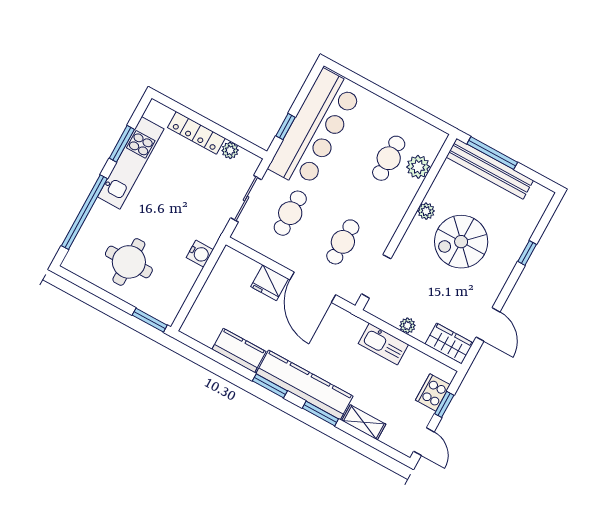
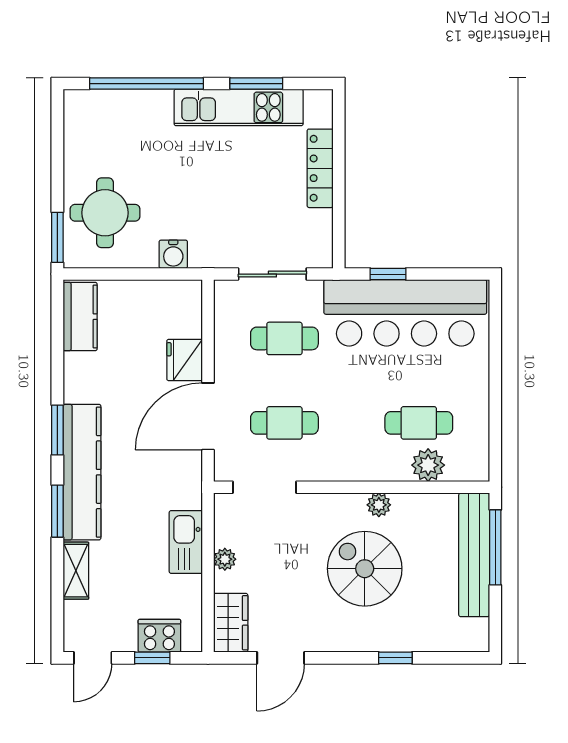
plant: (230, 150) -> (321, 222), removed
round table: (129, 262) -> (105, 213), moved
kitchen counter: (239, 350) -> (80, 317), moved

